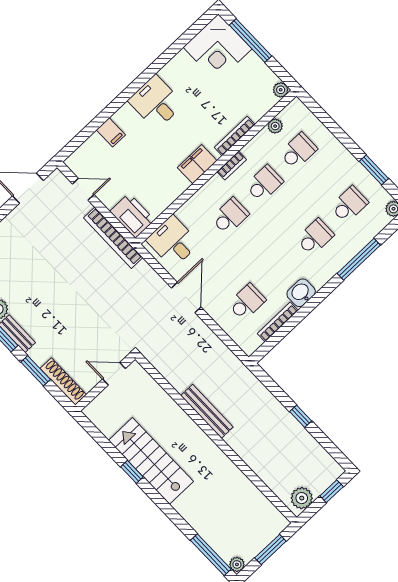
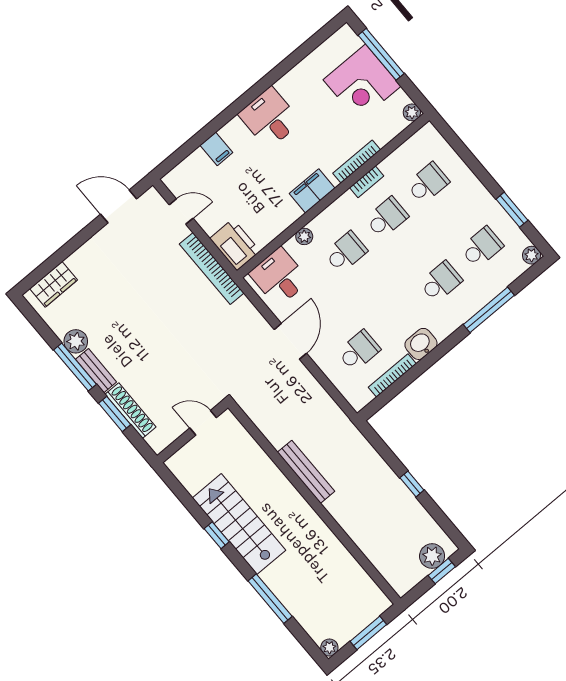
corner desk: (217, 48) -> (362, 83), moved
plant: (275, 126) -> (304, 236), moved
bookcase: (232, 166) -> (367, 182), moved
shoe rack: (63, 381) -> (130, 411), moved
plant: (302, 498) -> (432, 556), moved
window: (211, 555) -> (270, 599), moved

